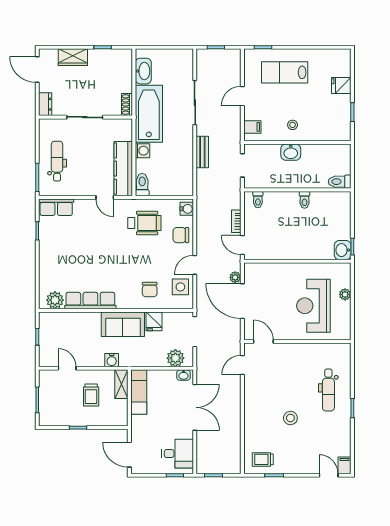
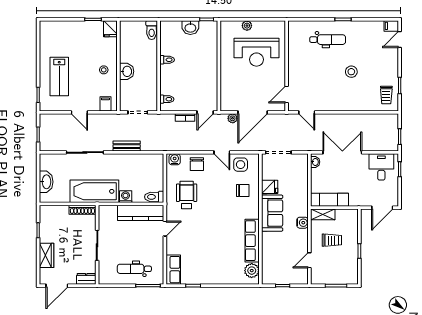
washbasin: (143, 71) -> (46, 182), moved, turned 90
fridge: (341, 86) -> (110, 29), moved
shoe rack: (127, 105) -> (82, 210), width x1.43
washbasin: (343, 250) -> (190, 28), moved
plant: (175, 358) -> (301, 169), removed

